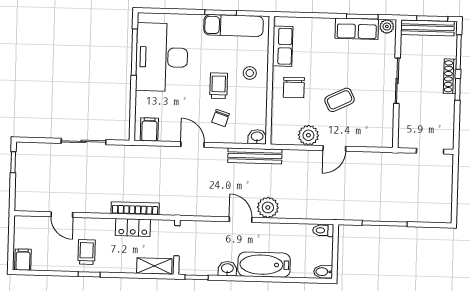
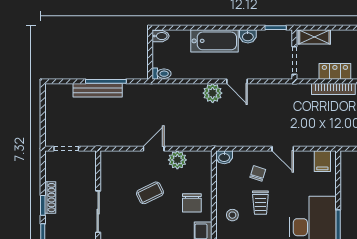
shoe rack: (450, 76) -> (50, 198), moved
chair: (294, 88) -> (192, 203), turned 180
bench: (255, 156) -> (98, 90), moved

